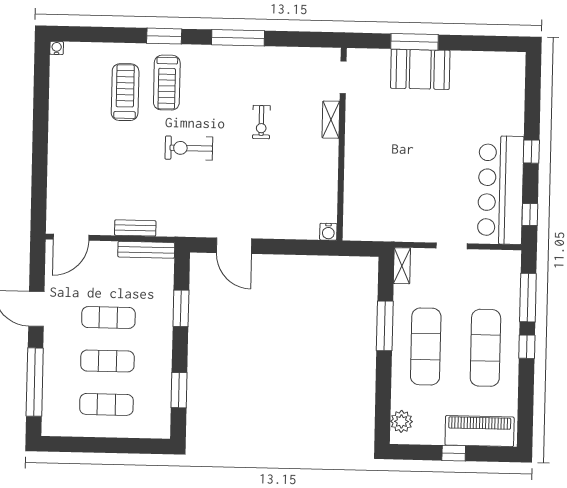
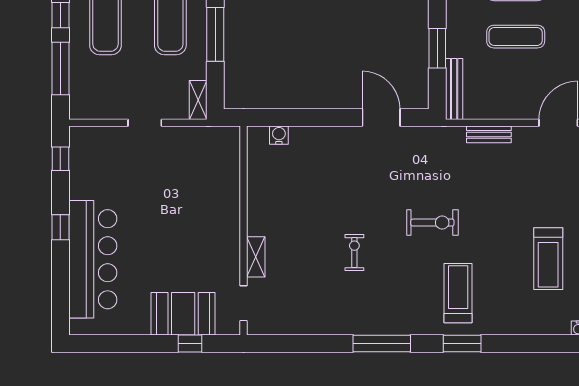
window: (414, 42) -> (190, 344), width x0.46
doorway: (343, 77) -> (244, 303), moved
treadmill: (125, 92) -> (548, 259), moved
shelving: (331, 120) -> (256, 257), moved
wall: (342, 144) -> (244, 231), moved
bar counter: (501, 190) -> (93, 259), moved
bench: (146, 250) -> (454, 89), moved, turned 90

